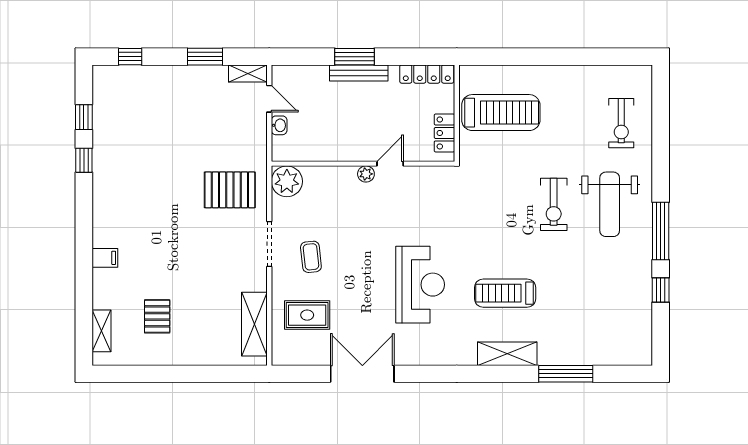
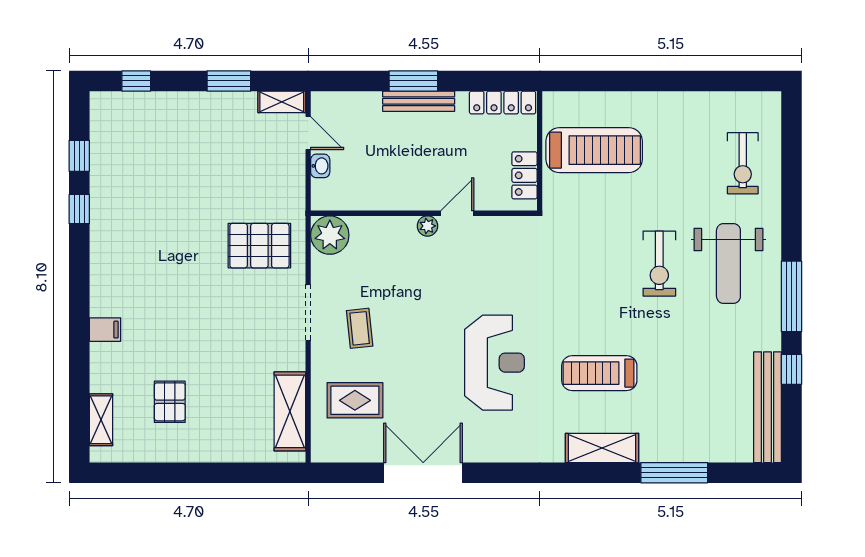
bench: (641, 321) -> (767, 407), added

